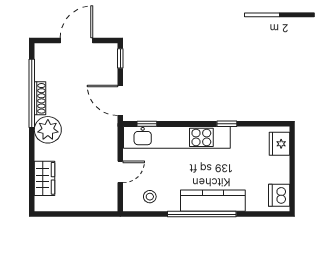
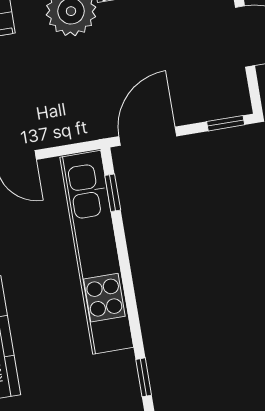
window: (227, 124) -> (144, 377), moved

